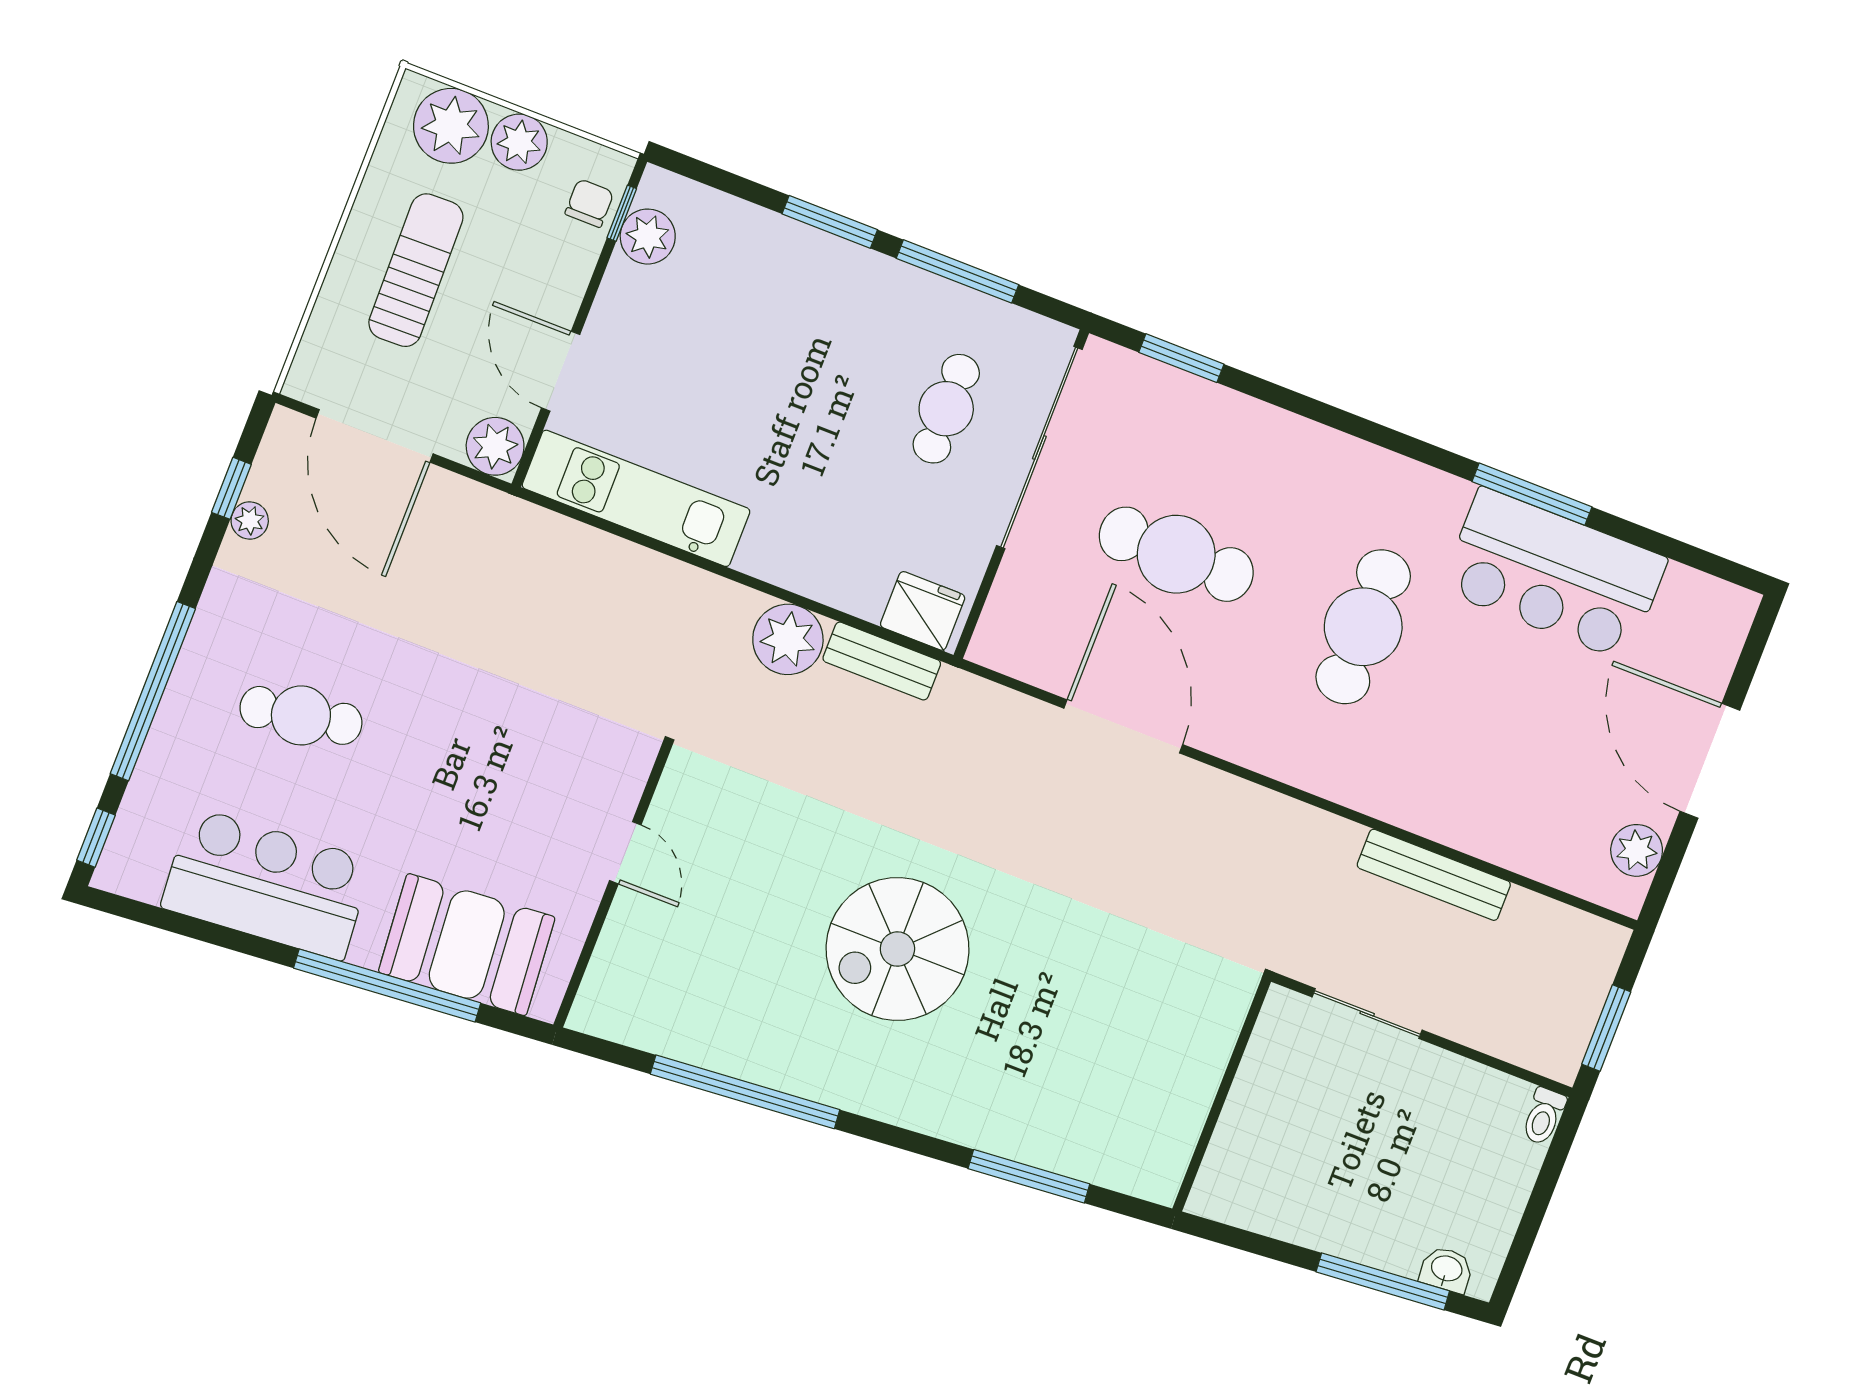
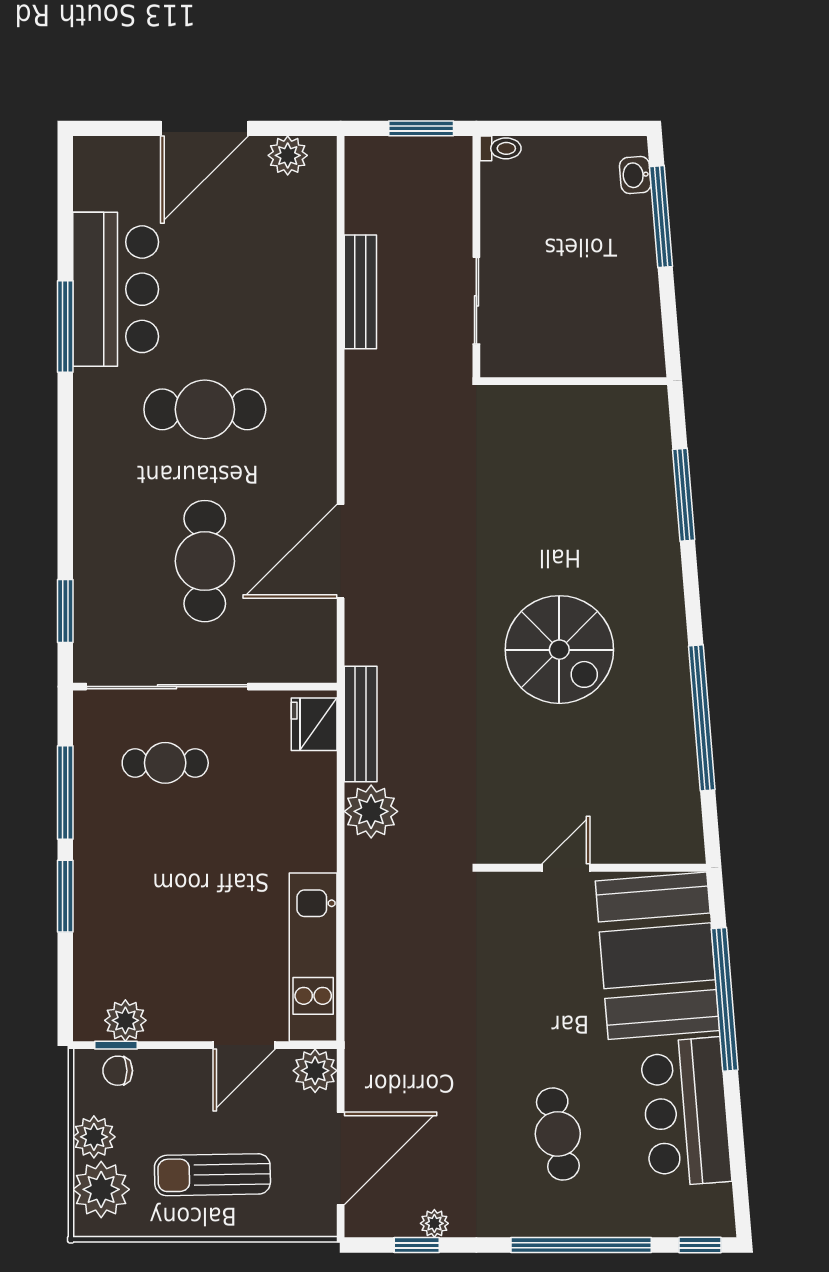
bench: (882, 661) -> (361, 724), width x1.36
booth: (467, 945) -> (657, 956), width x1.36, depth x1.42

